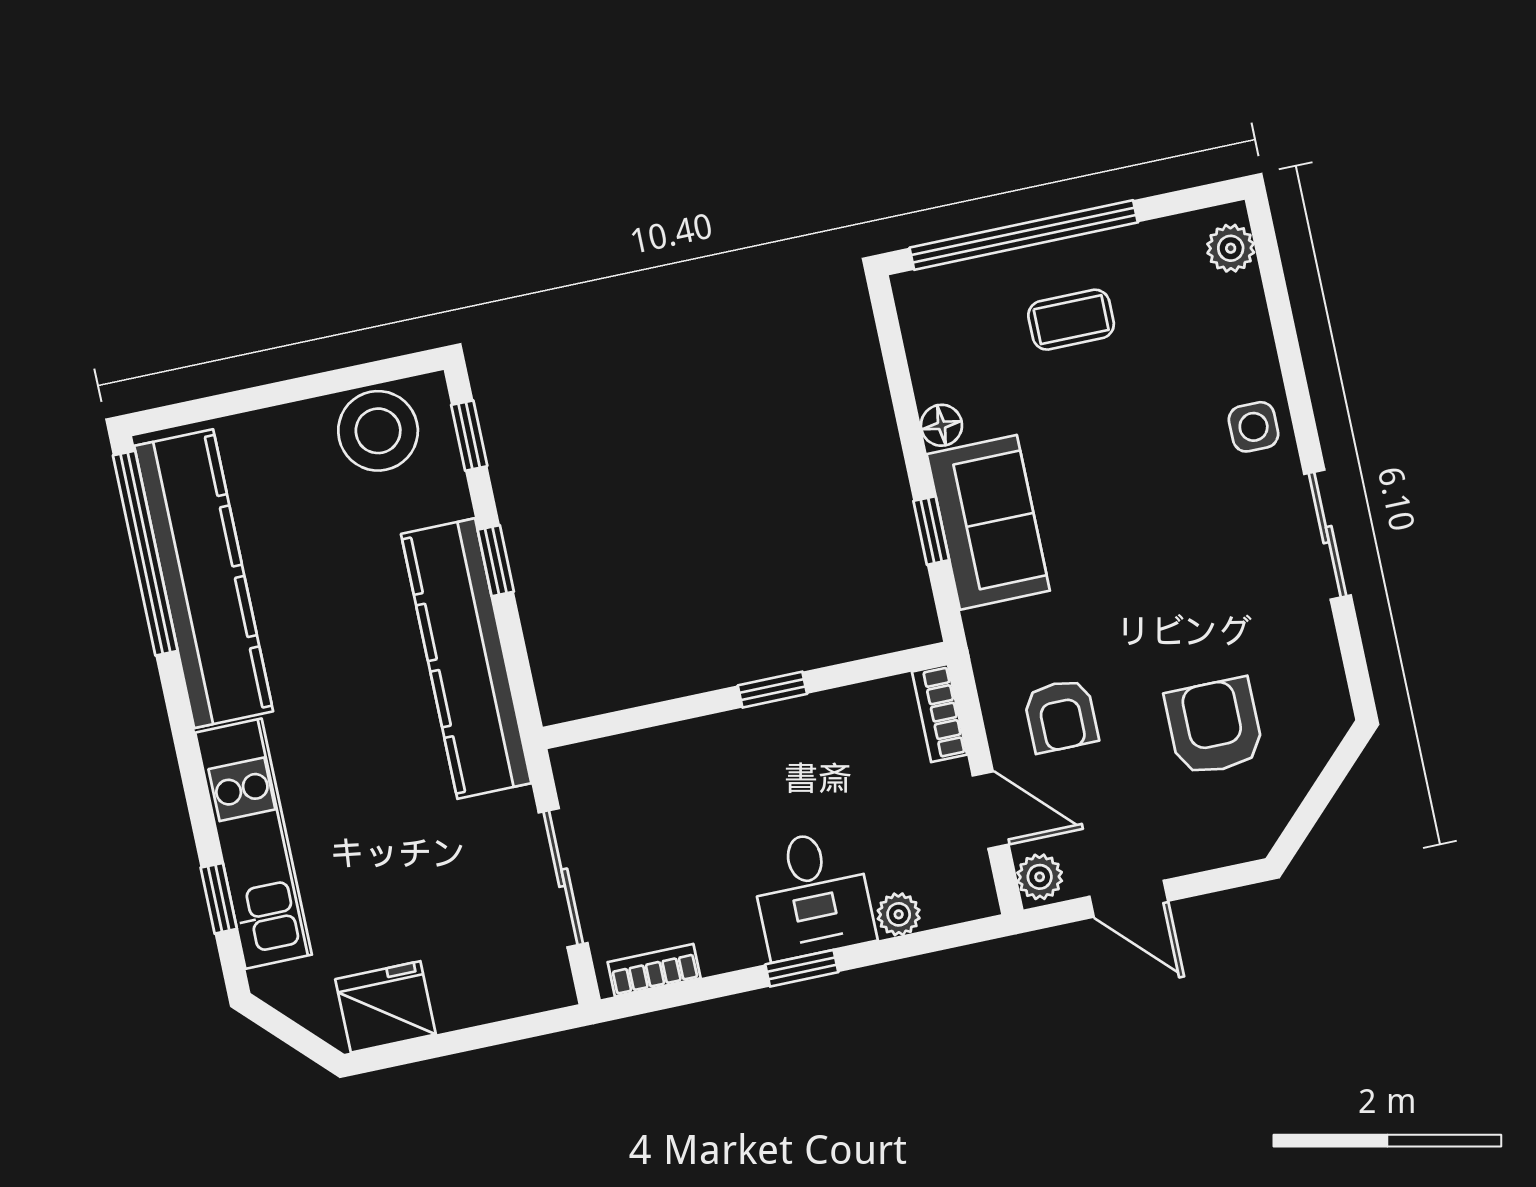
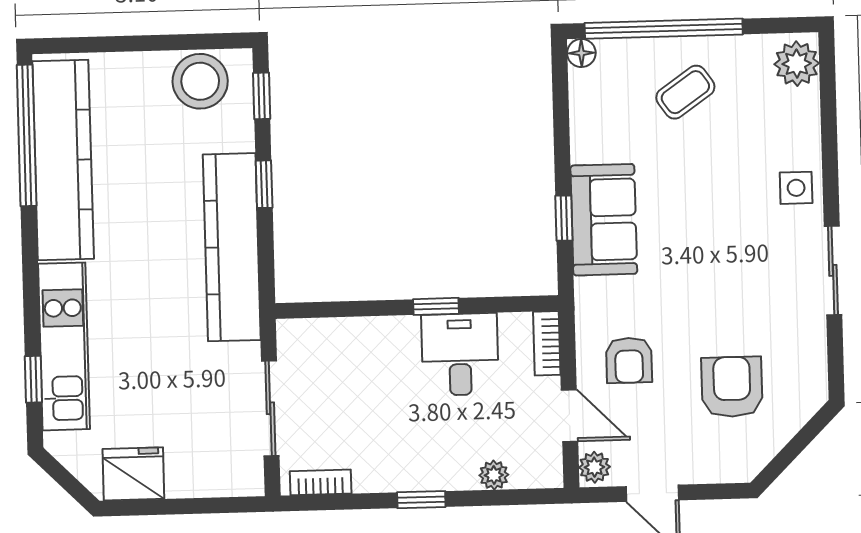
plant: (1231, 248) -> (797, 64), width x1.38, depth x1.38
coffee table: (1071, 320) -> (685, 92), turned -35
floor lamp: (941, 425) -> (581, 53), moved
desk: (812, 894) -> (460, 354), moved, turned 180

